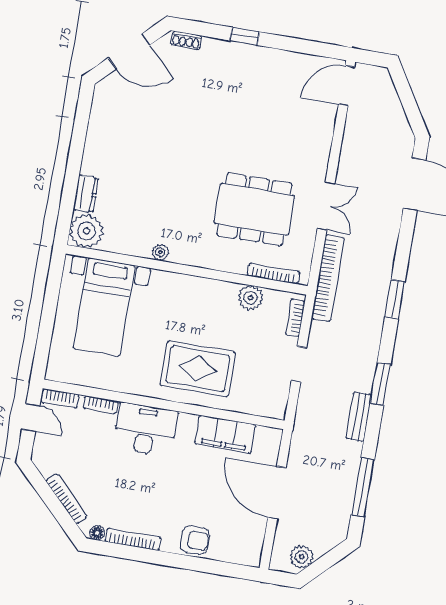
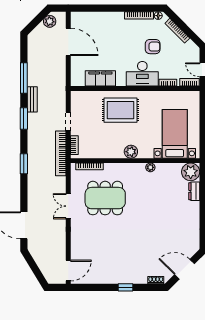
bookcase: (328, 278) -> (61, 153), moved
plant: (251, 298) -> (131, 152), moved
window: (363, 487) -> (24, 78), moved
door: (277, 493) -> (68, 42), moved
armchair: (195, 540) -> (153, 47), moved, turned 180

